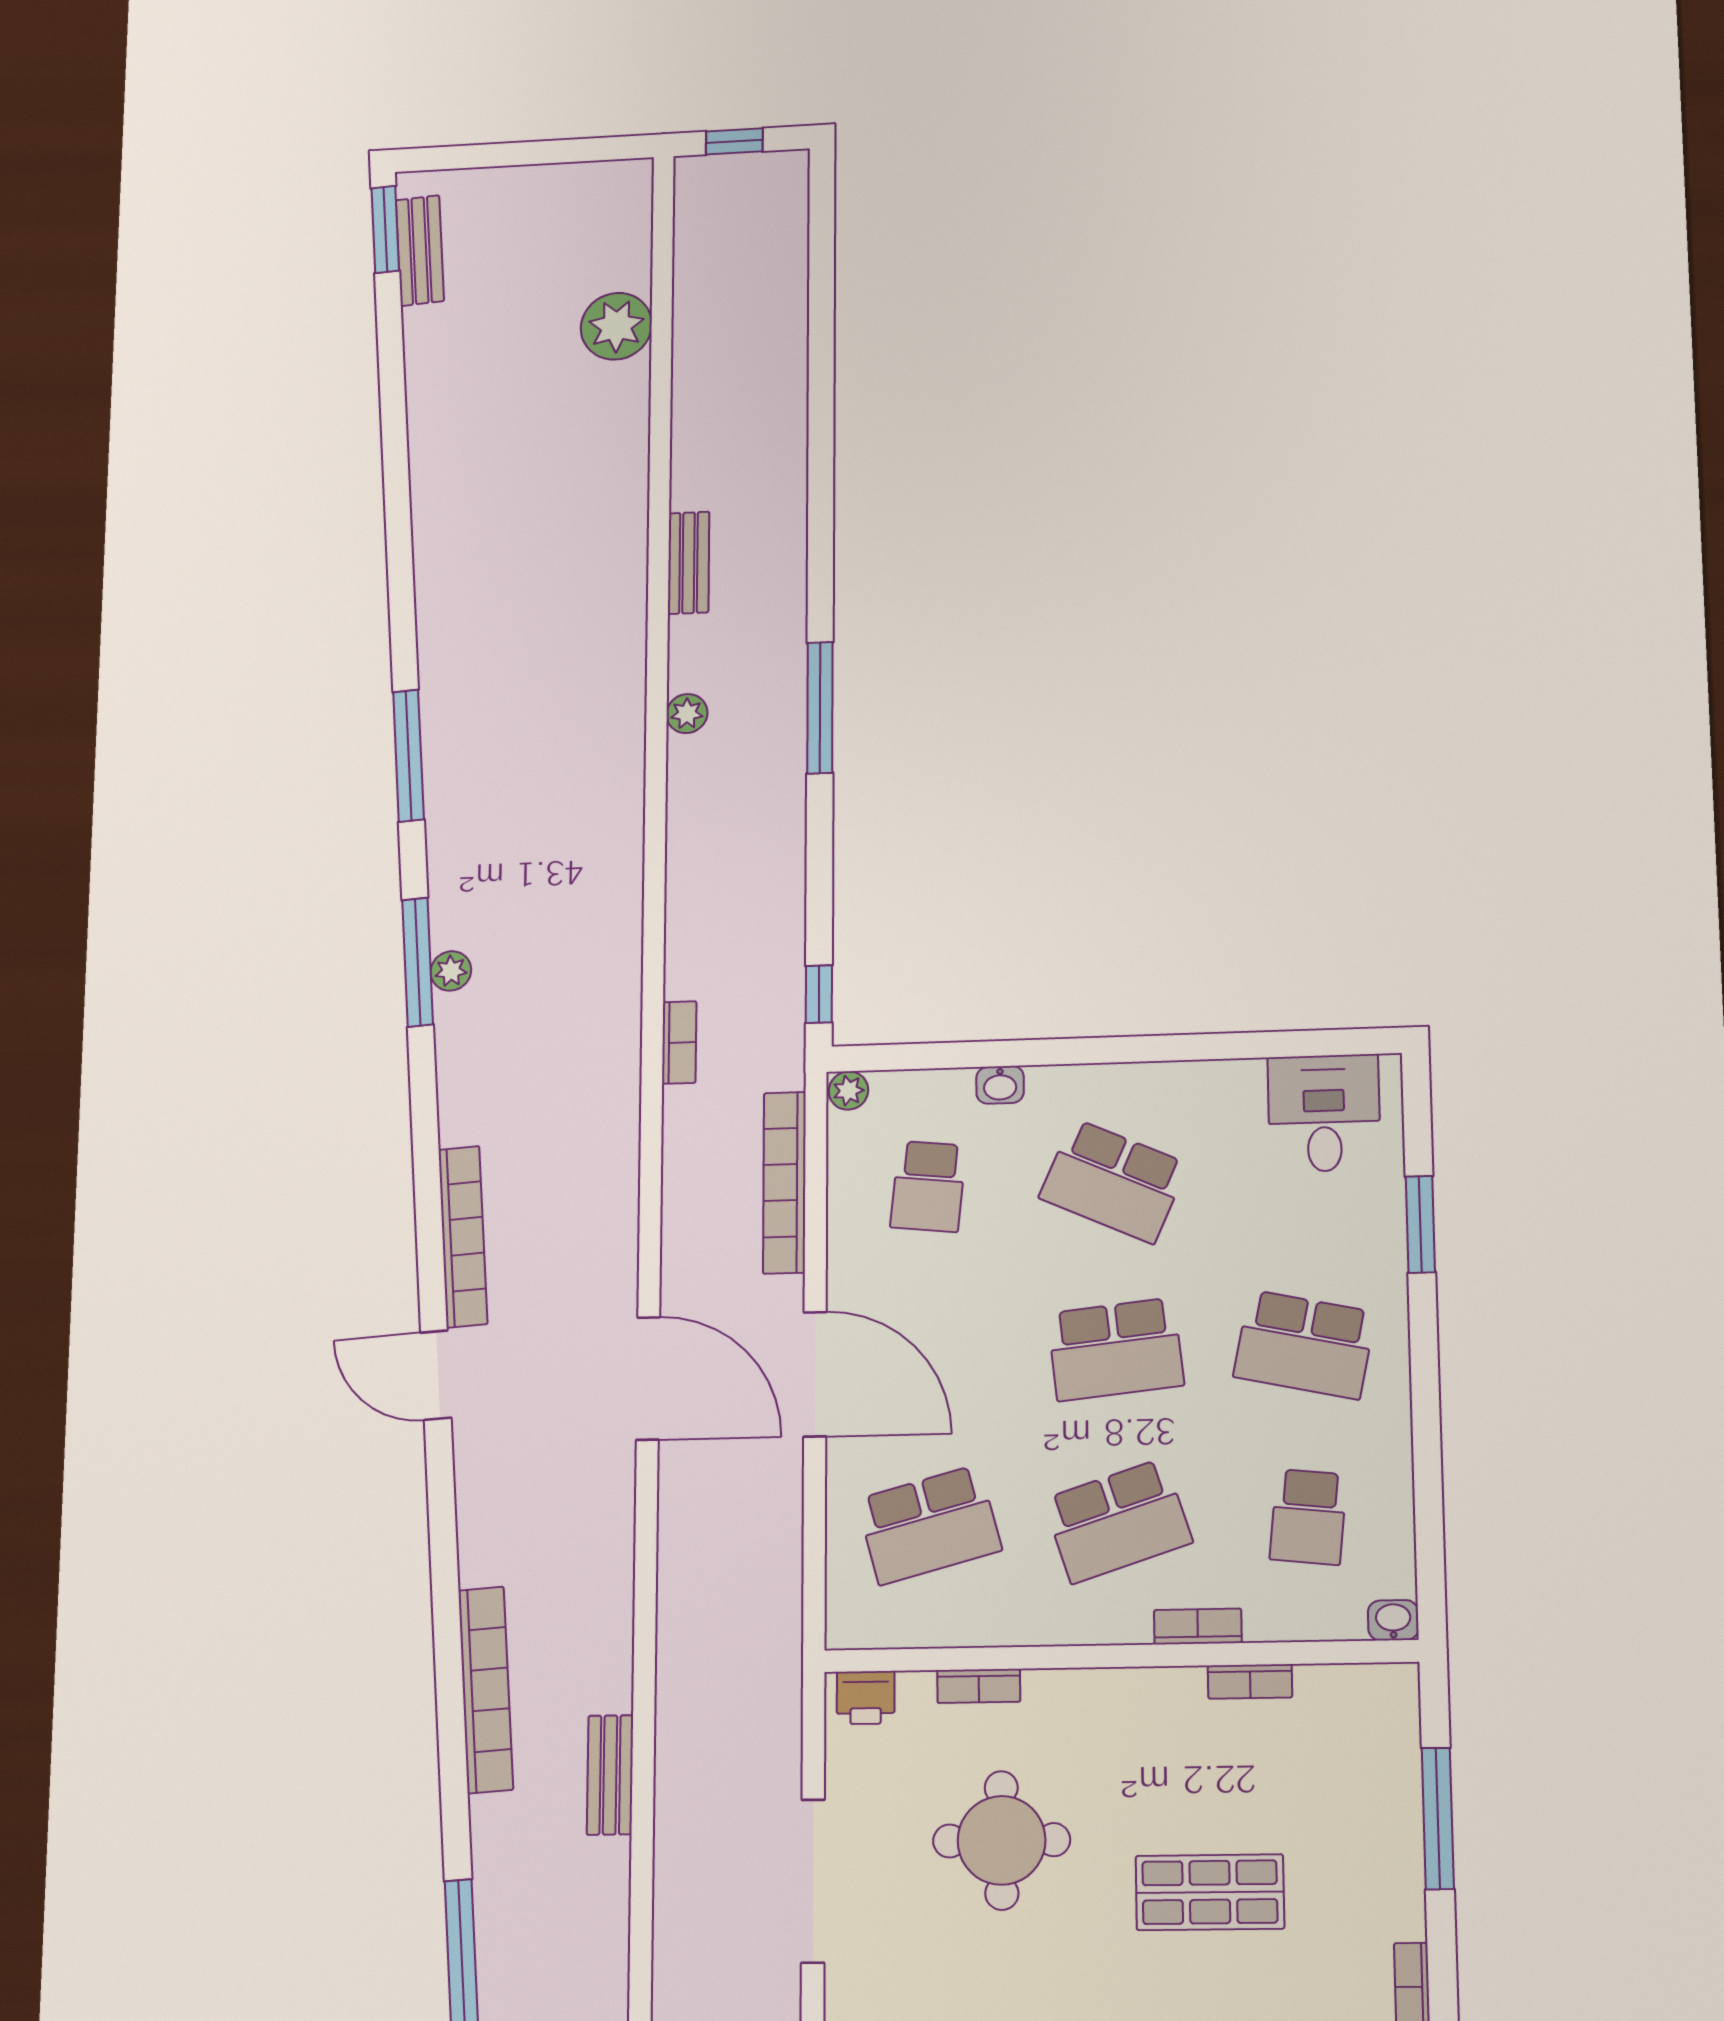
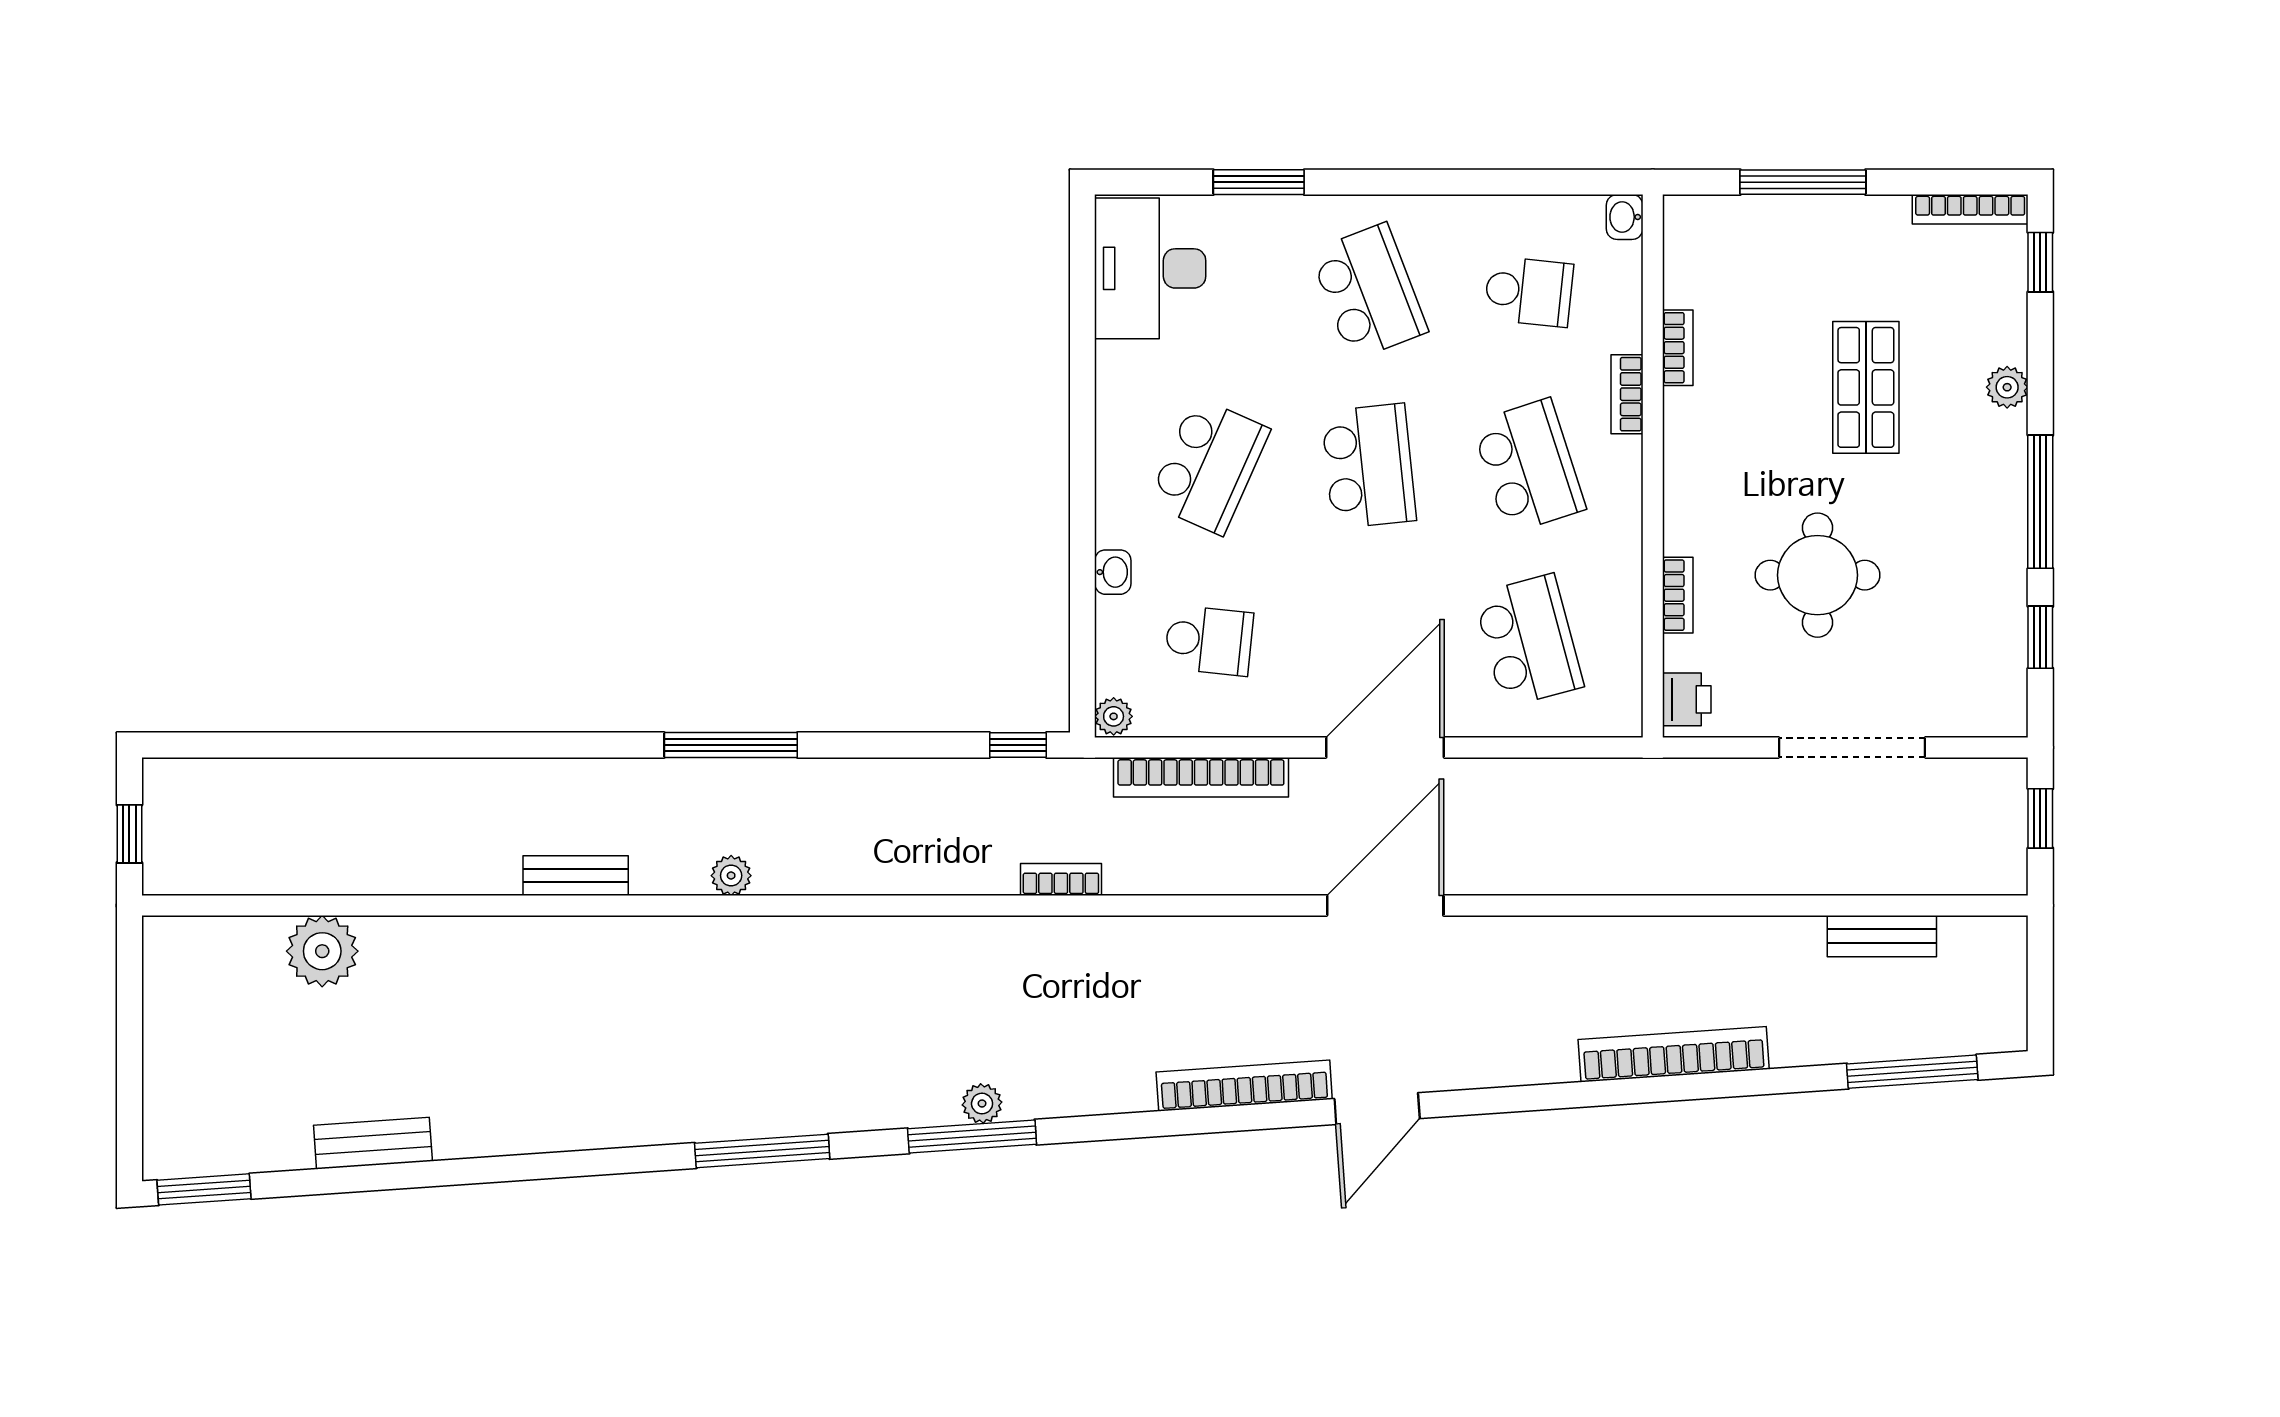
bench: (420, 250) -> (373, 1143), moved
desk: (1324, 1113) -> (1150, 268), width x1.37
school desk: (1304, 1345) -> (1369, 292), turned -33
bench: (610, 1775) -> (1882, 936), moved

